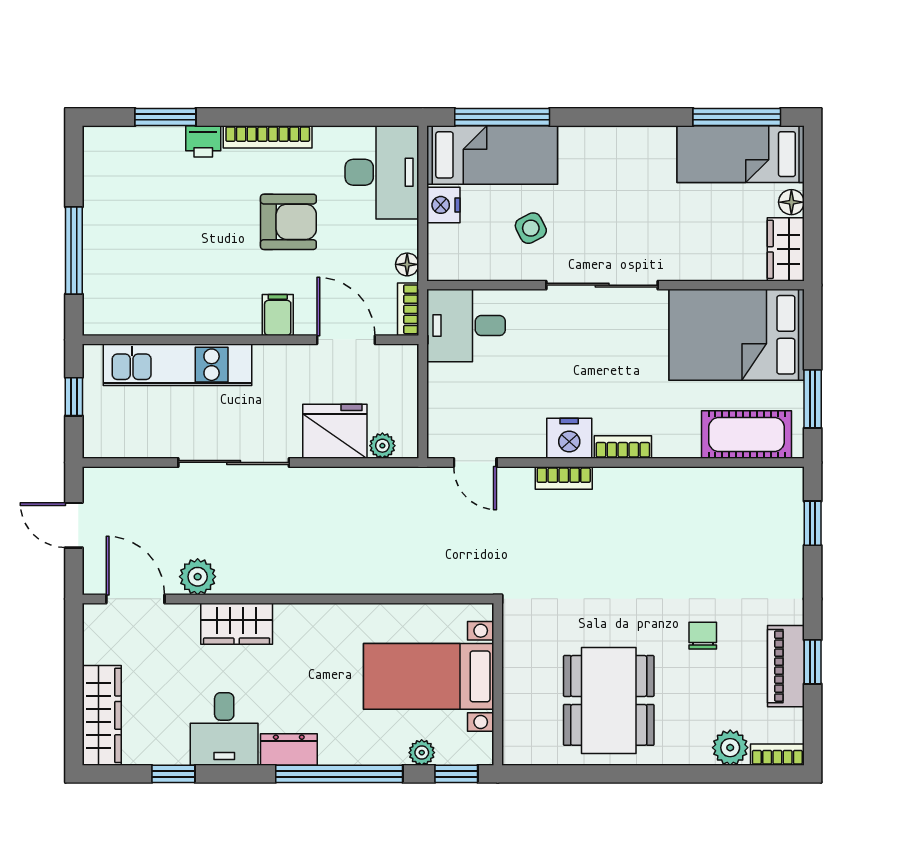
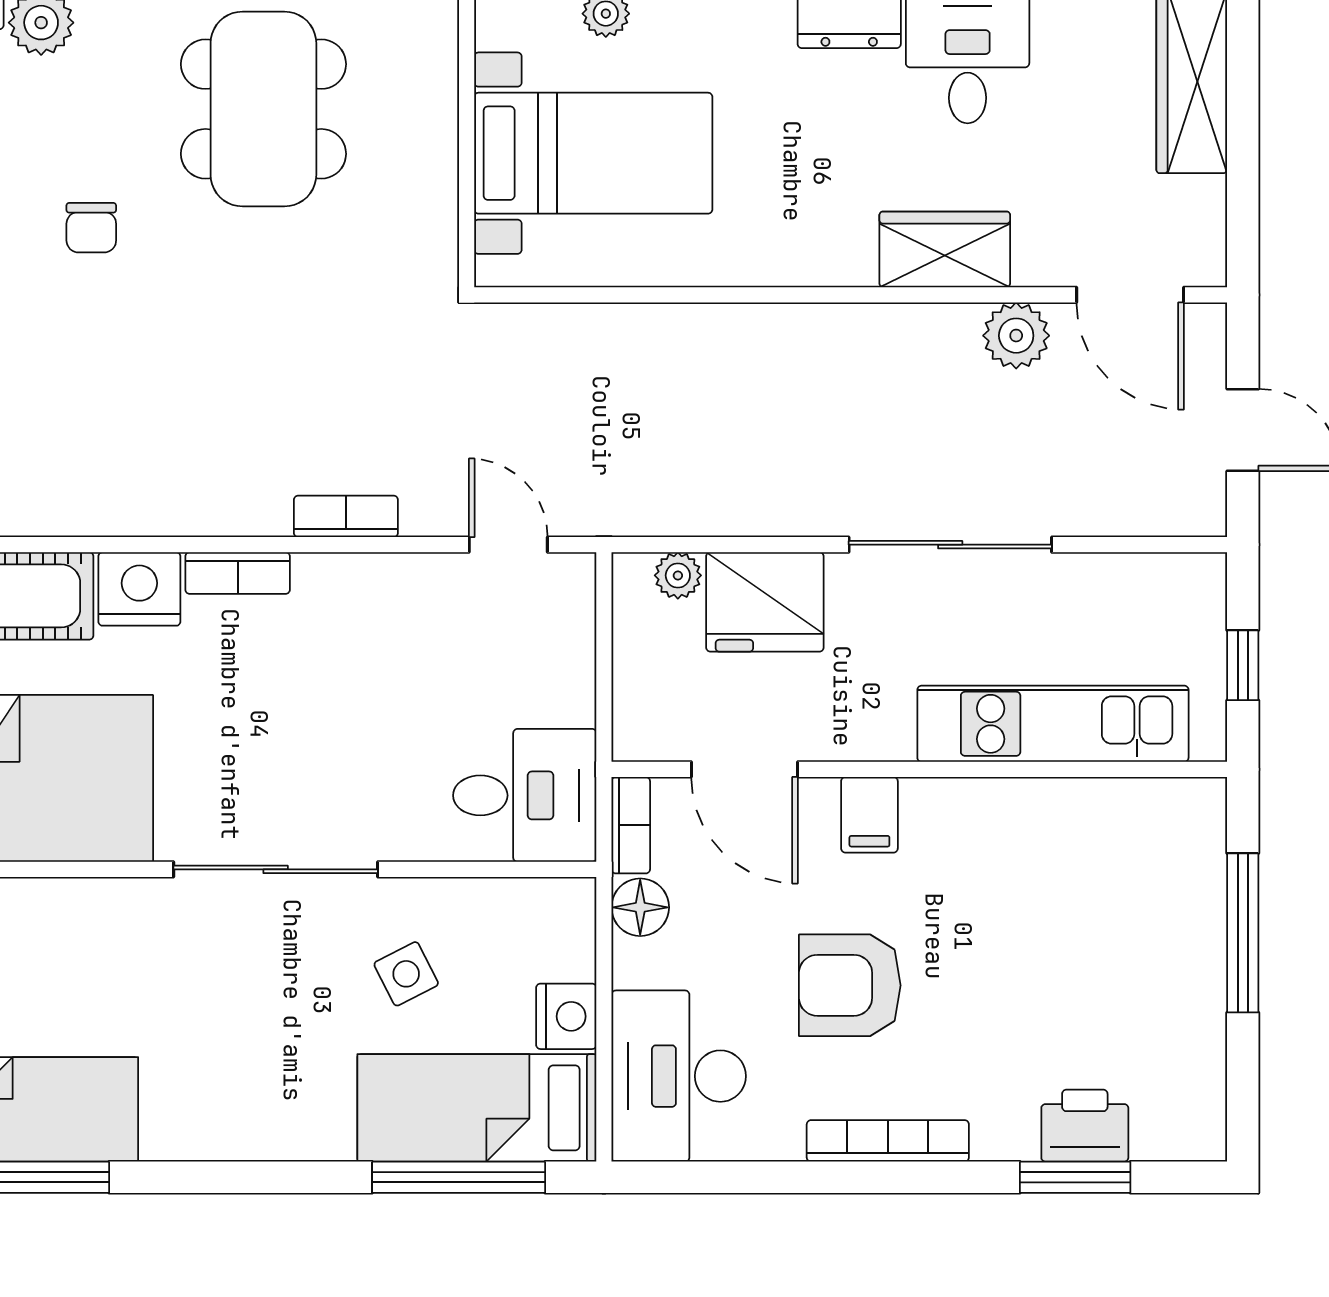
printer: (203, 141) -> (1085, 1126), moved, width x1.36, depth x1.24
floor lamp: (407, 264) -> (640, 907), width x1.37, depth x1.37
nightstand: (569, 438) -> (139, 589), moved

